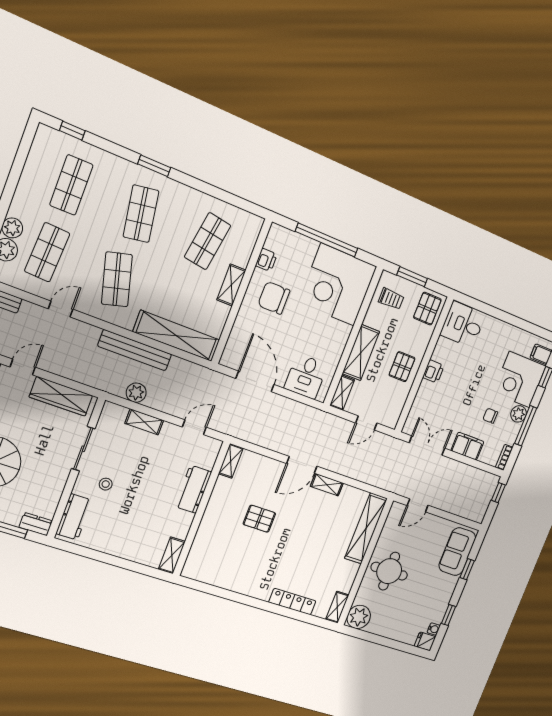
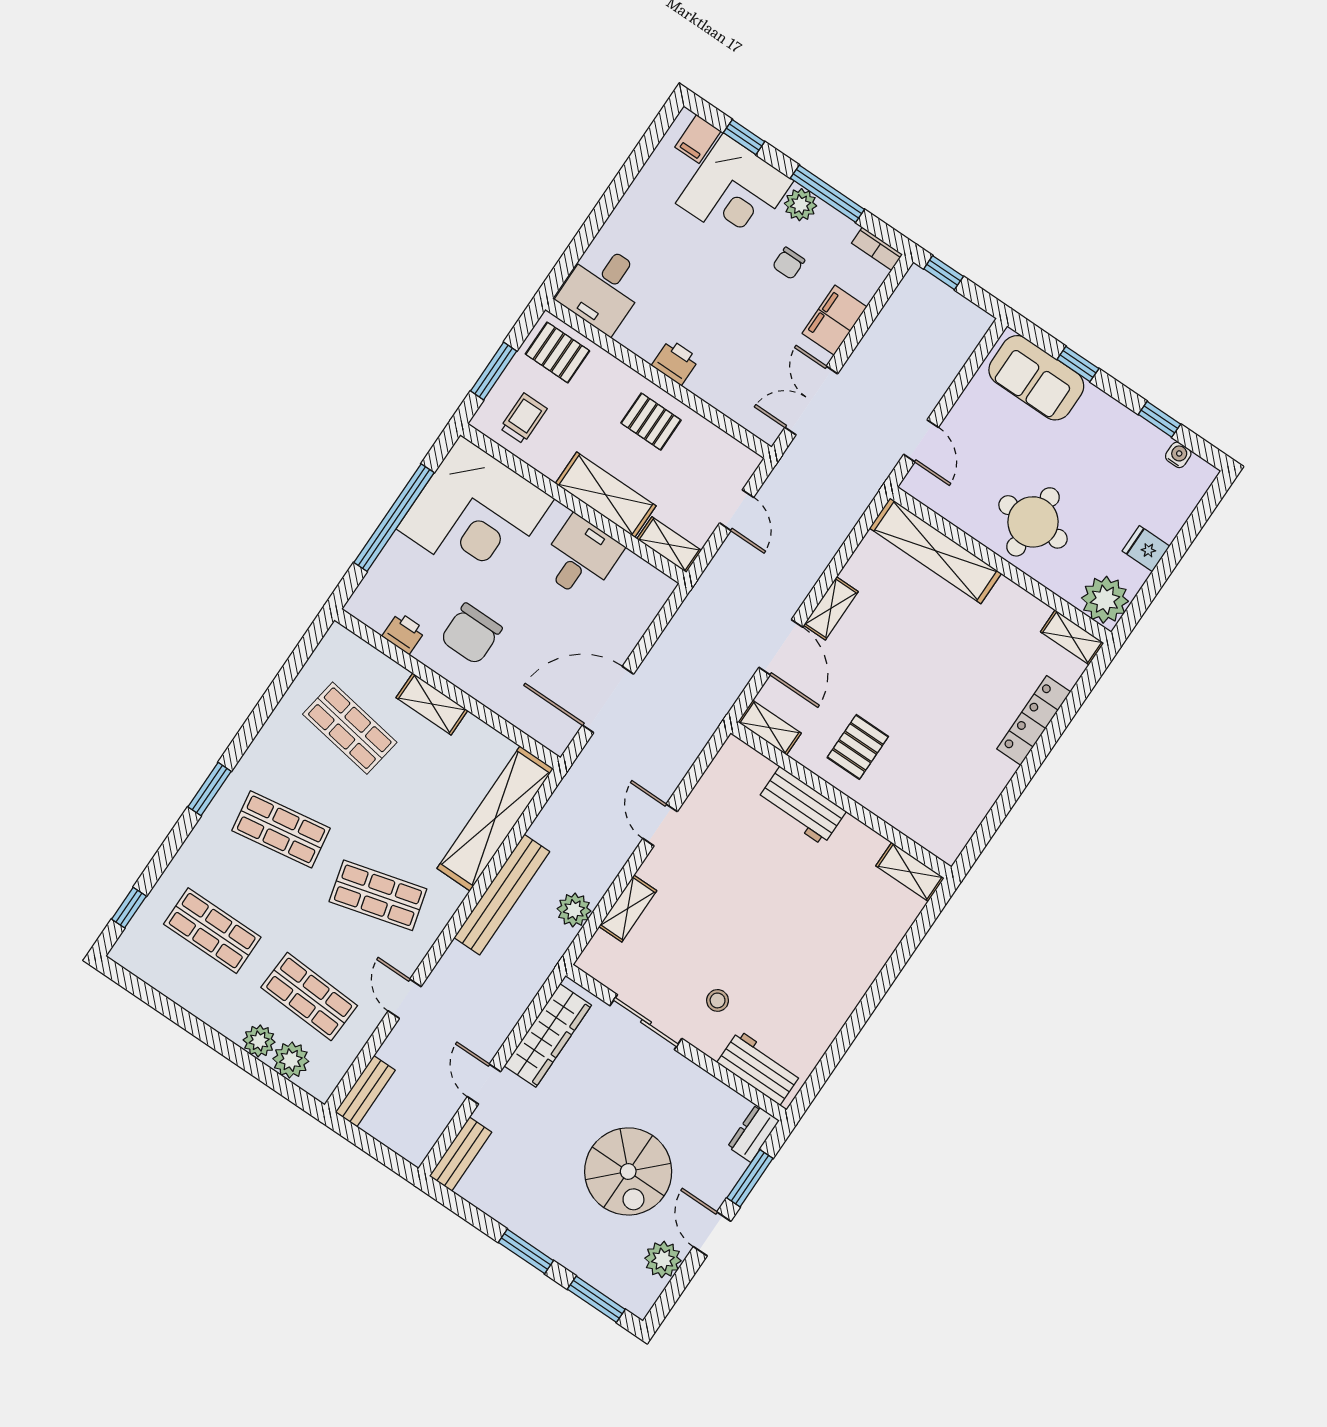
desk: (306, 376) -> (581, 558), moved, turned -90
shelving: (231, 461) -> (769, 728), moved
workbench: (193, 489) -> (801, 806), moved
wall: (201, 509) -> (841, 800), moved
shelving: (172, 555) -> (910, 872), moved
fridge: (425, 641) -> (1146, 549), moved, turned 90

